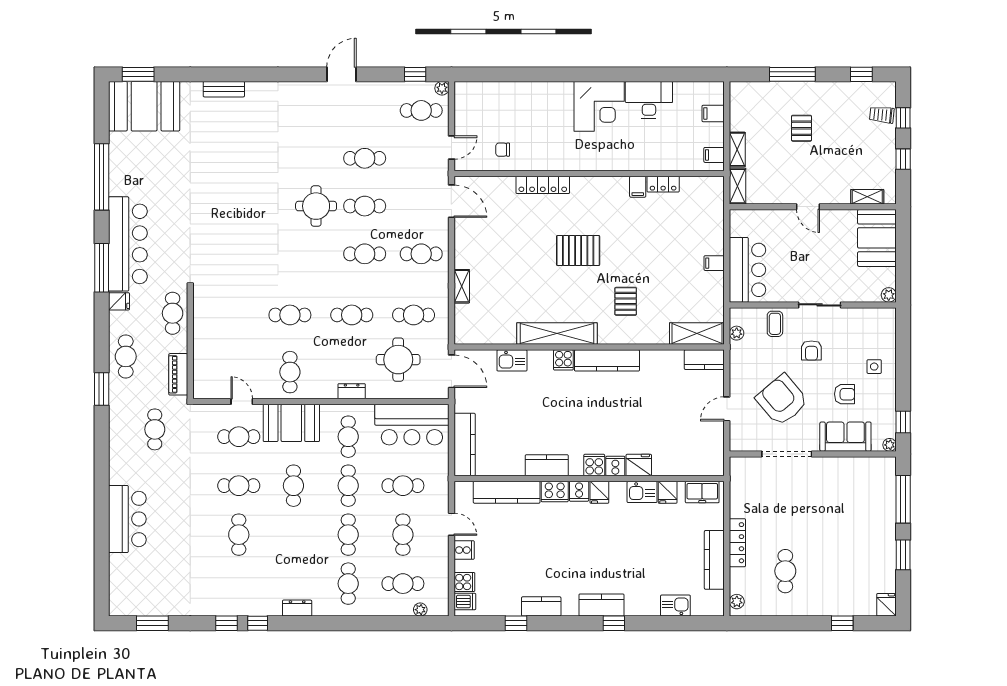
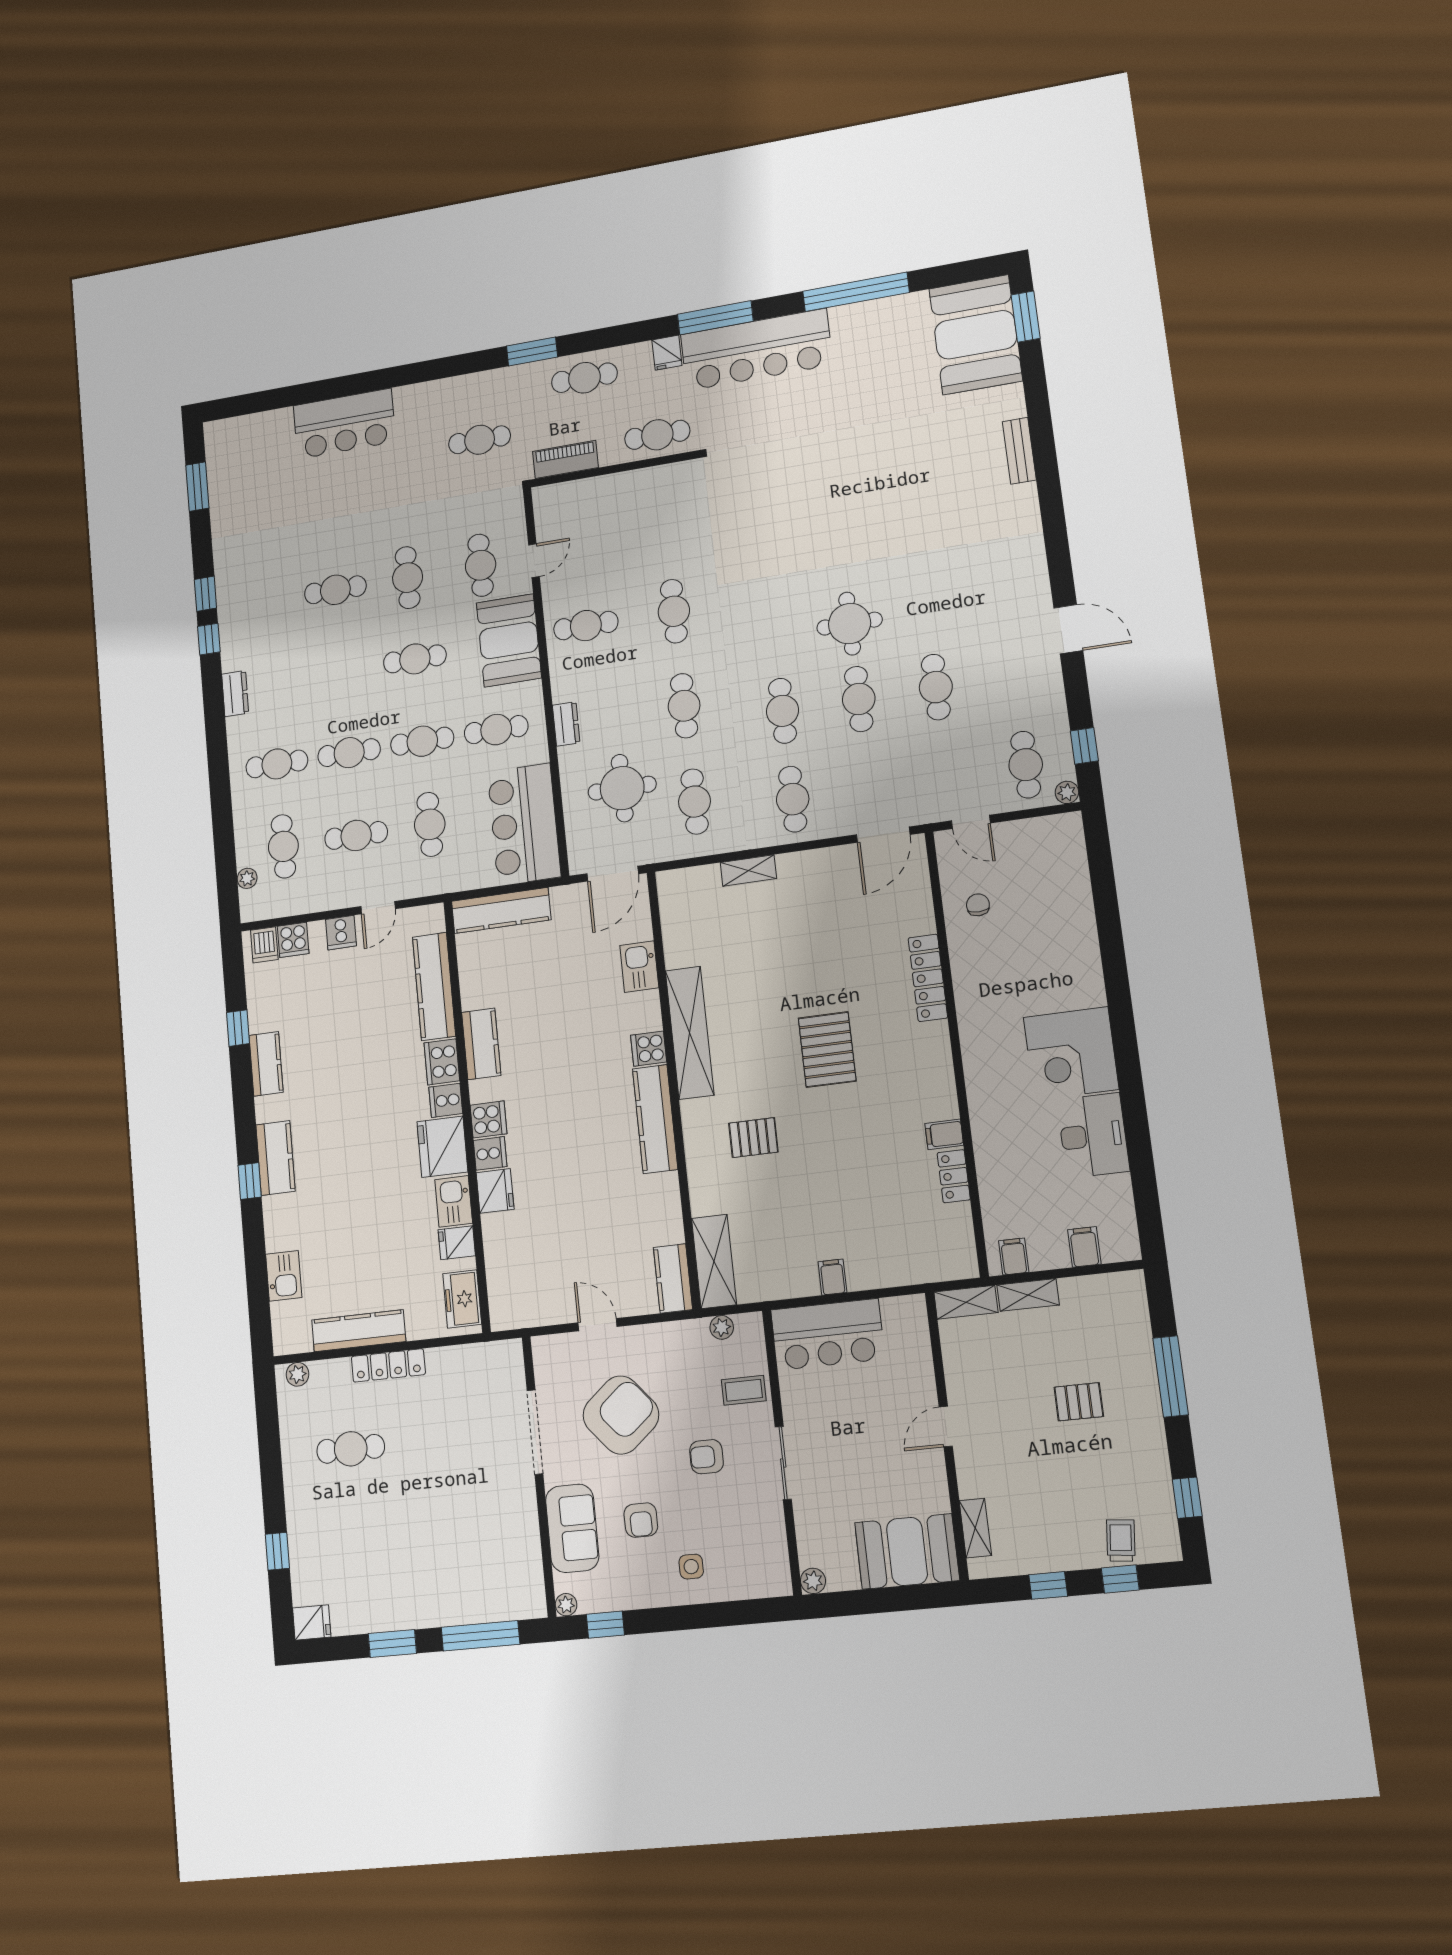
fridge: (599, 492) -> (442, 1147), width x1.88, depth x1.34

